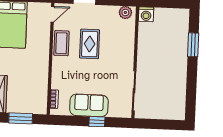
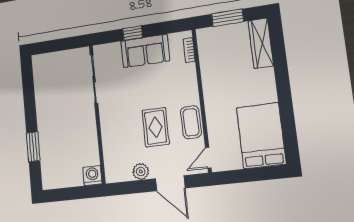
plant: (125, 13) -> (141, 171), moved

